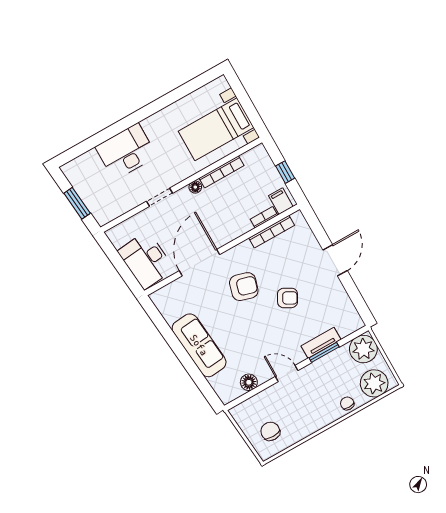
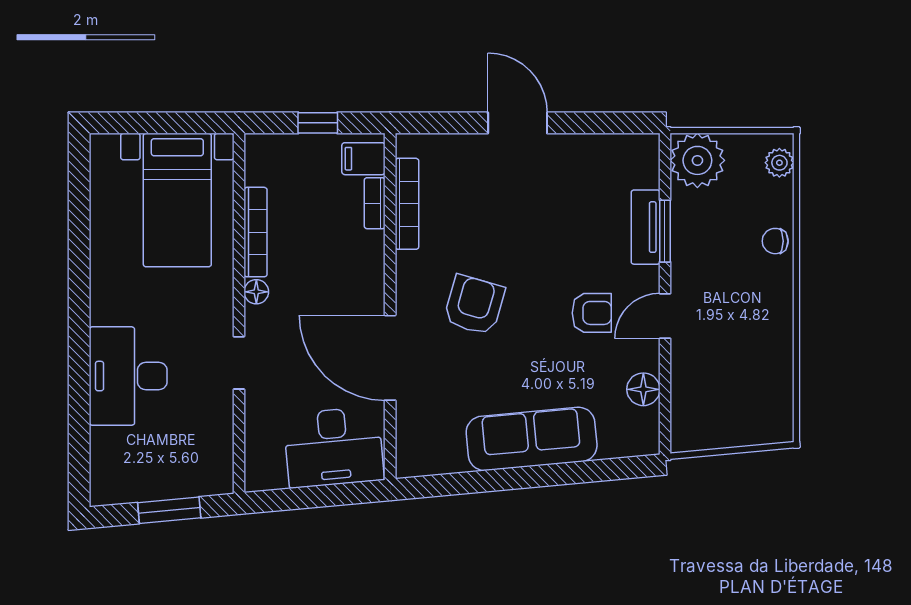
armchair: (288, 298) -> (592, 313), moved, turned 61
plant: (374, 383) -> (779, 163), width x0.53, depth x0.53
chair: (270, 431) -> (748, 400), removed

